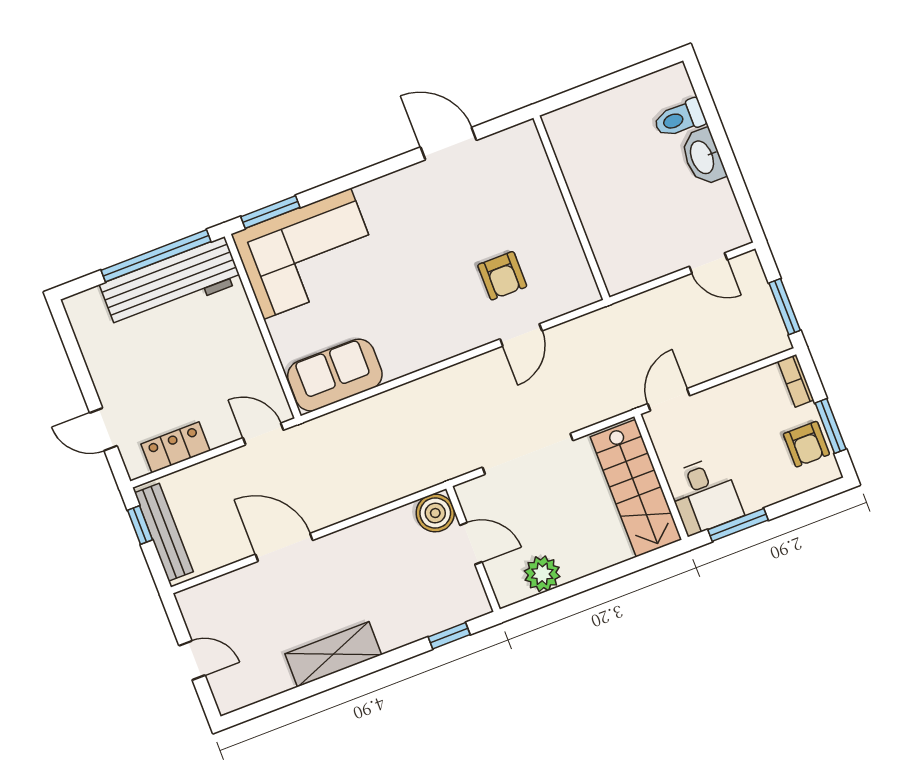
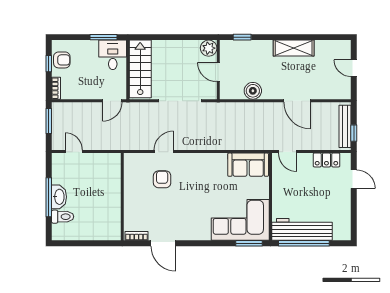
bookcase: (510, 137) -> (136, 236), added
window: (724, 148) -> (49, 197), added
window: (831, 426) -> (49, 64), width x0.67
armchair: (806, 444) -> (62, 60), turned 90
boiler: (435, 513) -> (253, 91), moved
plant: (542, 574) -> (209, 48), moved

